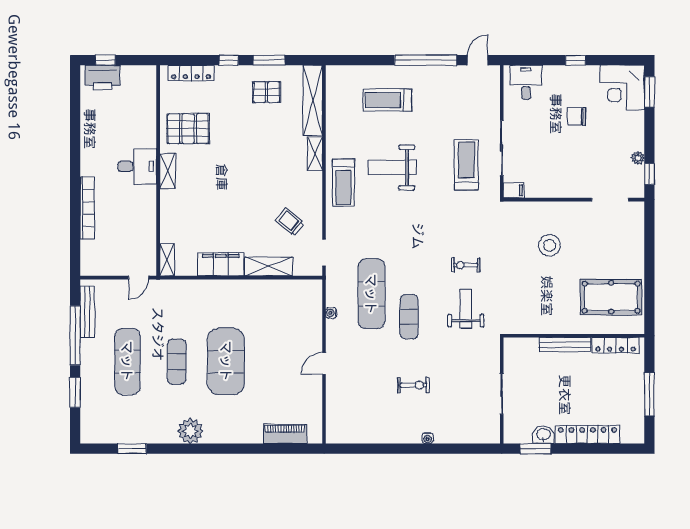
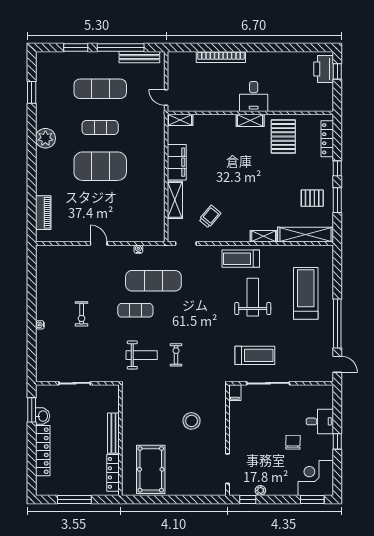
desk: (526, 82) -> (320, 421), moved
pallet: (267, 92) -> (312, 198), turned 90
treadmill: (388, 100) -> (306, 293), width x1.37, depth x1.38

